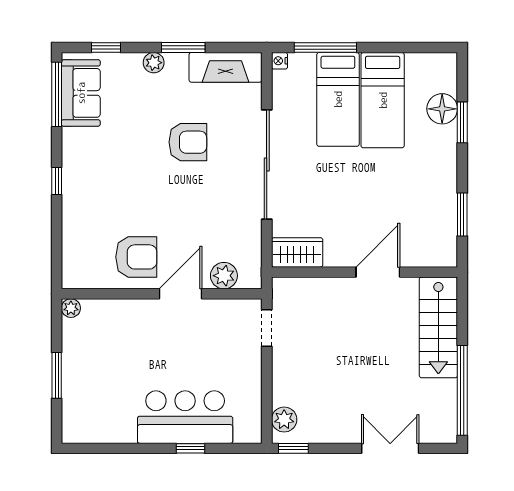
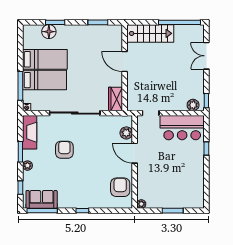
armchair: (136, 257) -> (120, 187), moved
bar counter: (185, 417) -> (182, 128), moved, turned -90

